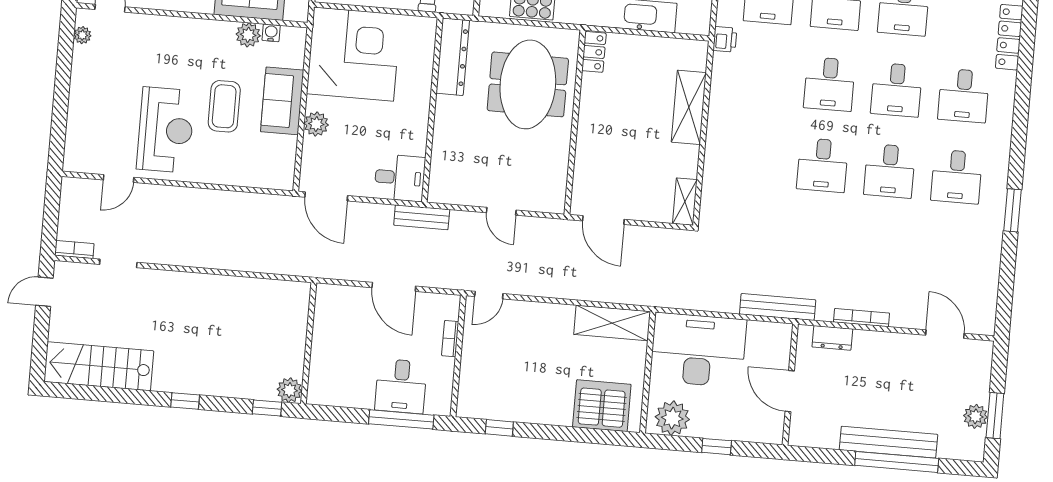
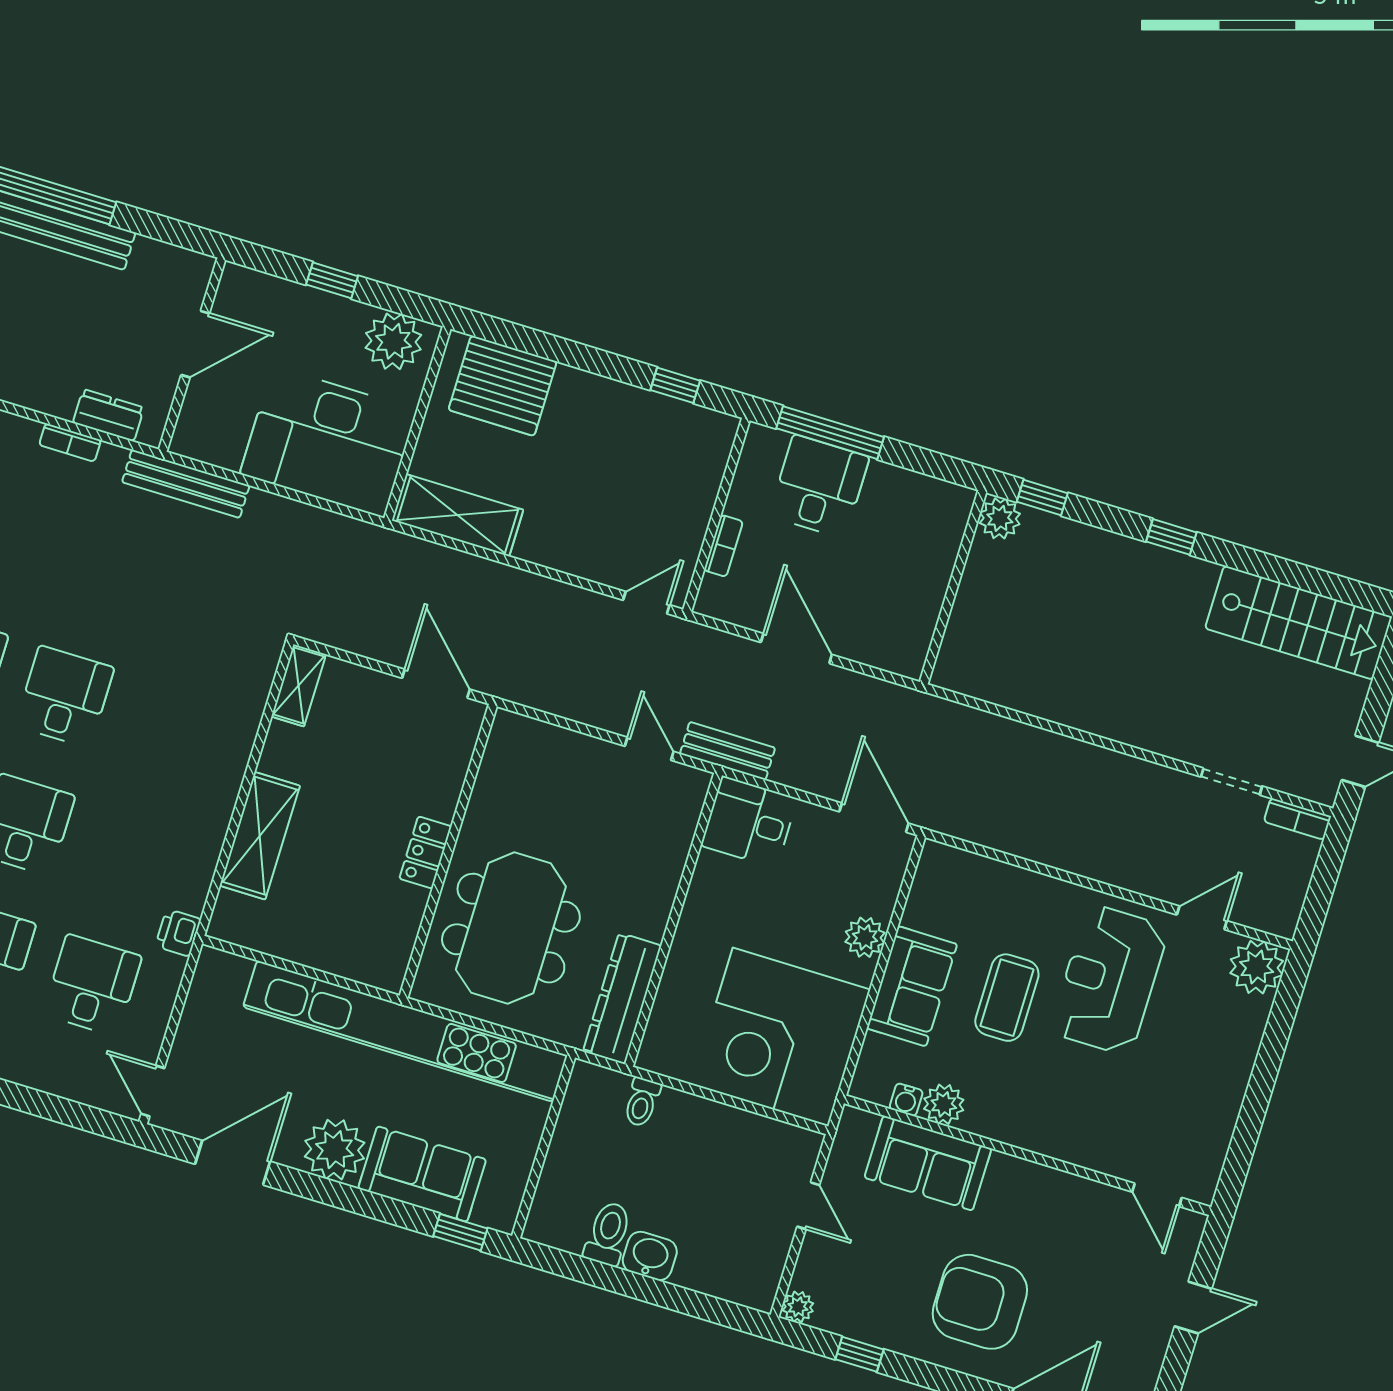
plant: (82, 35) -> (1257, 967), moved, width x1.88, depth x1.88
locker: (594, 52) -> (425, 853), moved
door: (501, 211) -> (649, 749), moved
bookcase: (862, 318) -> (70, 443), width x0.64
door: (790, 391) -> (195, 344), hinge flipped

